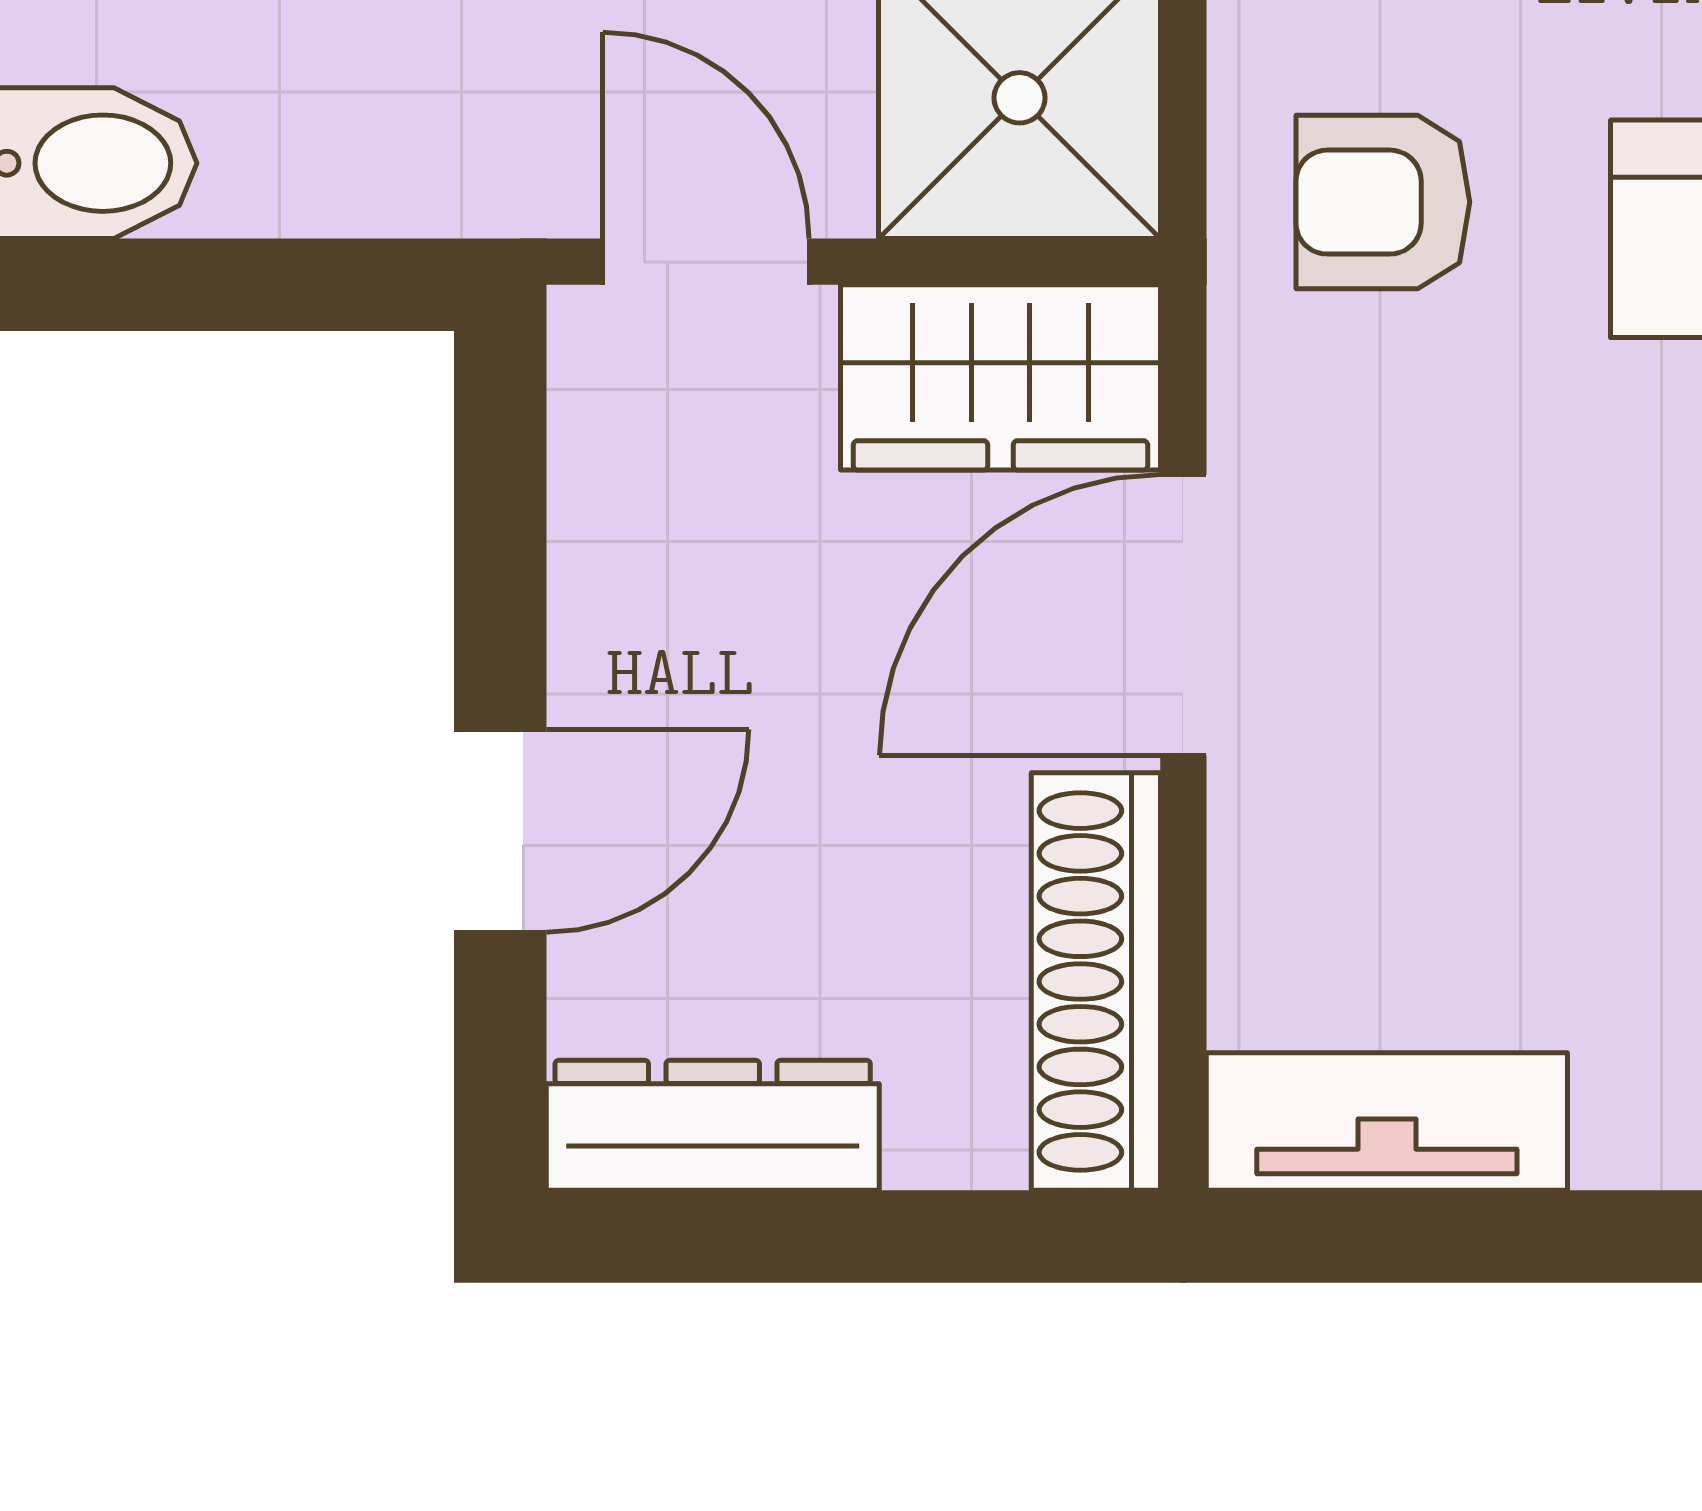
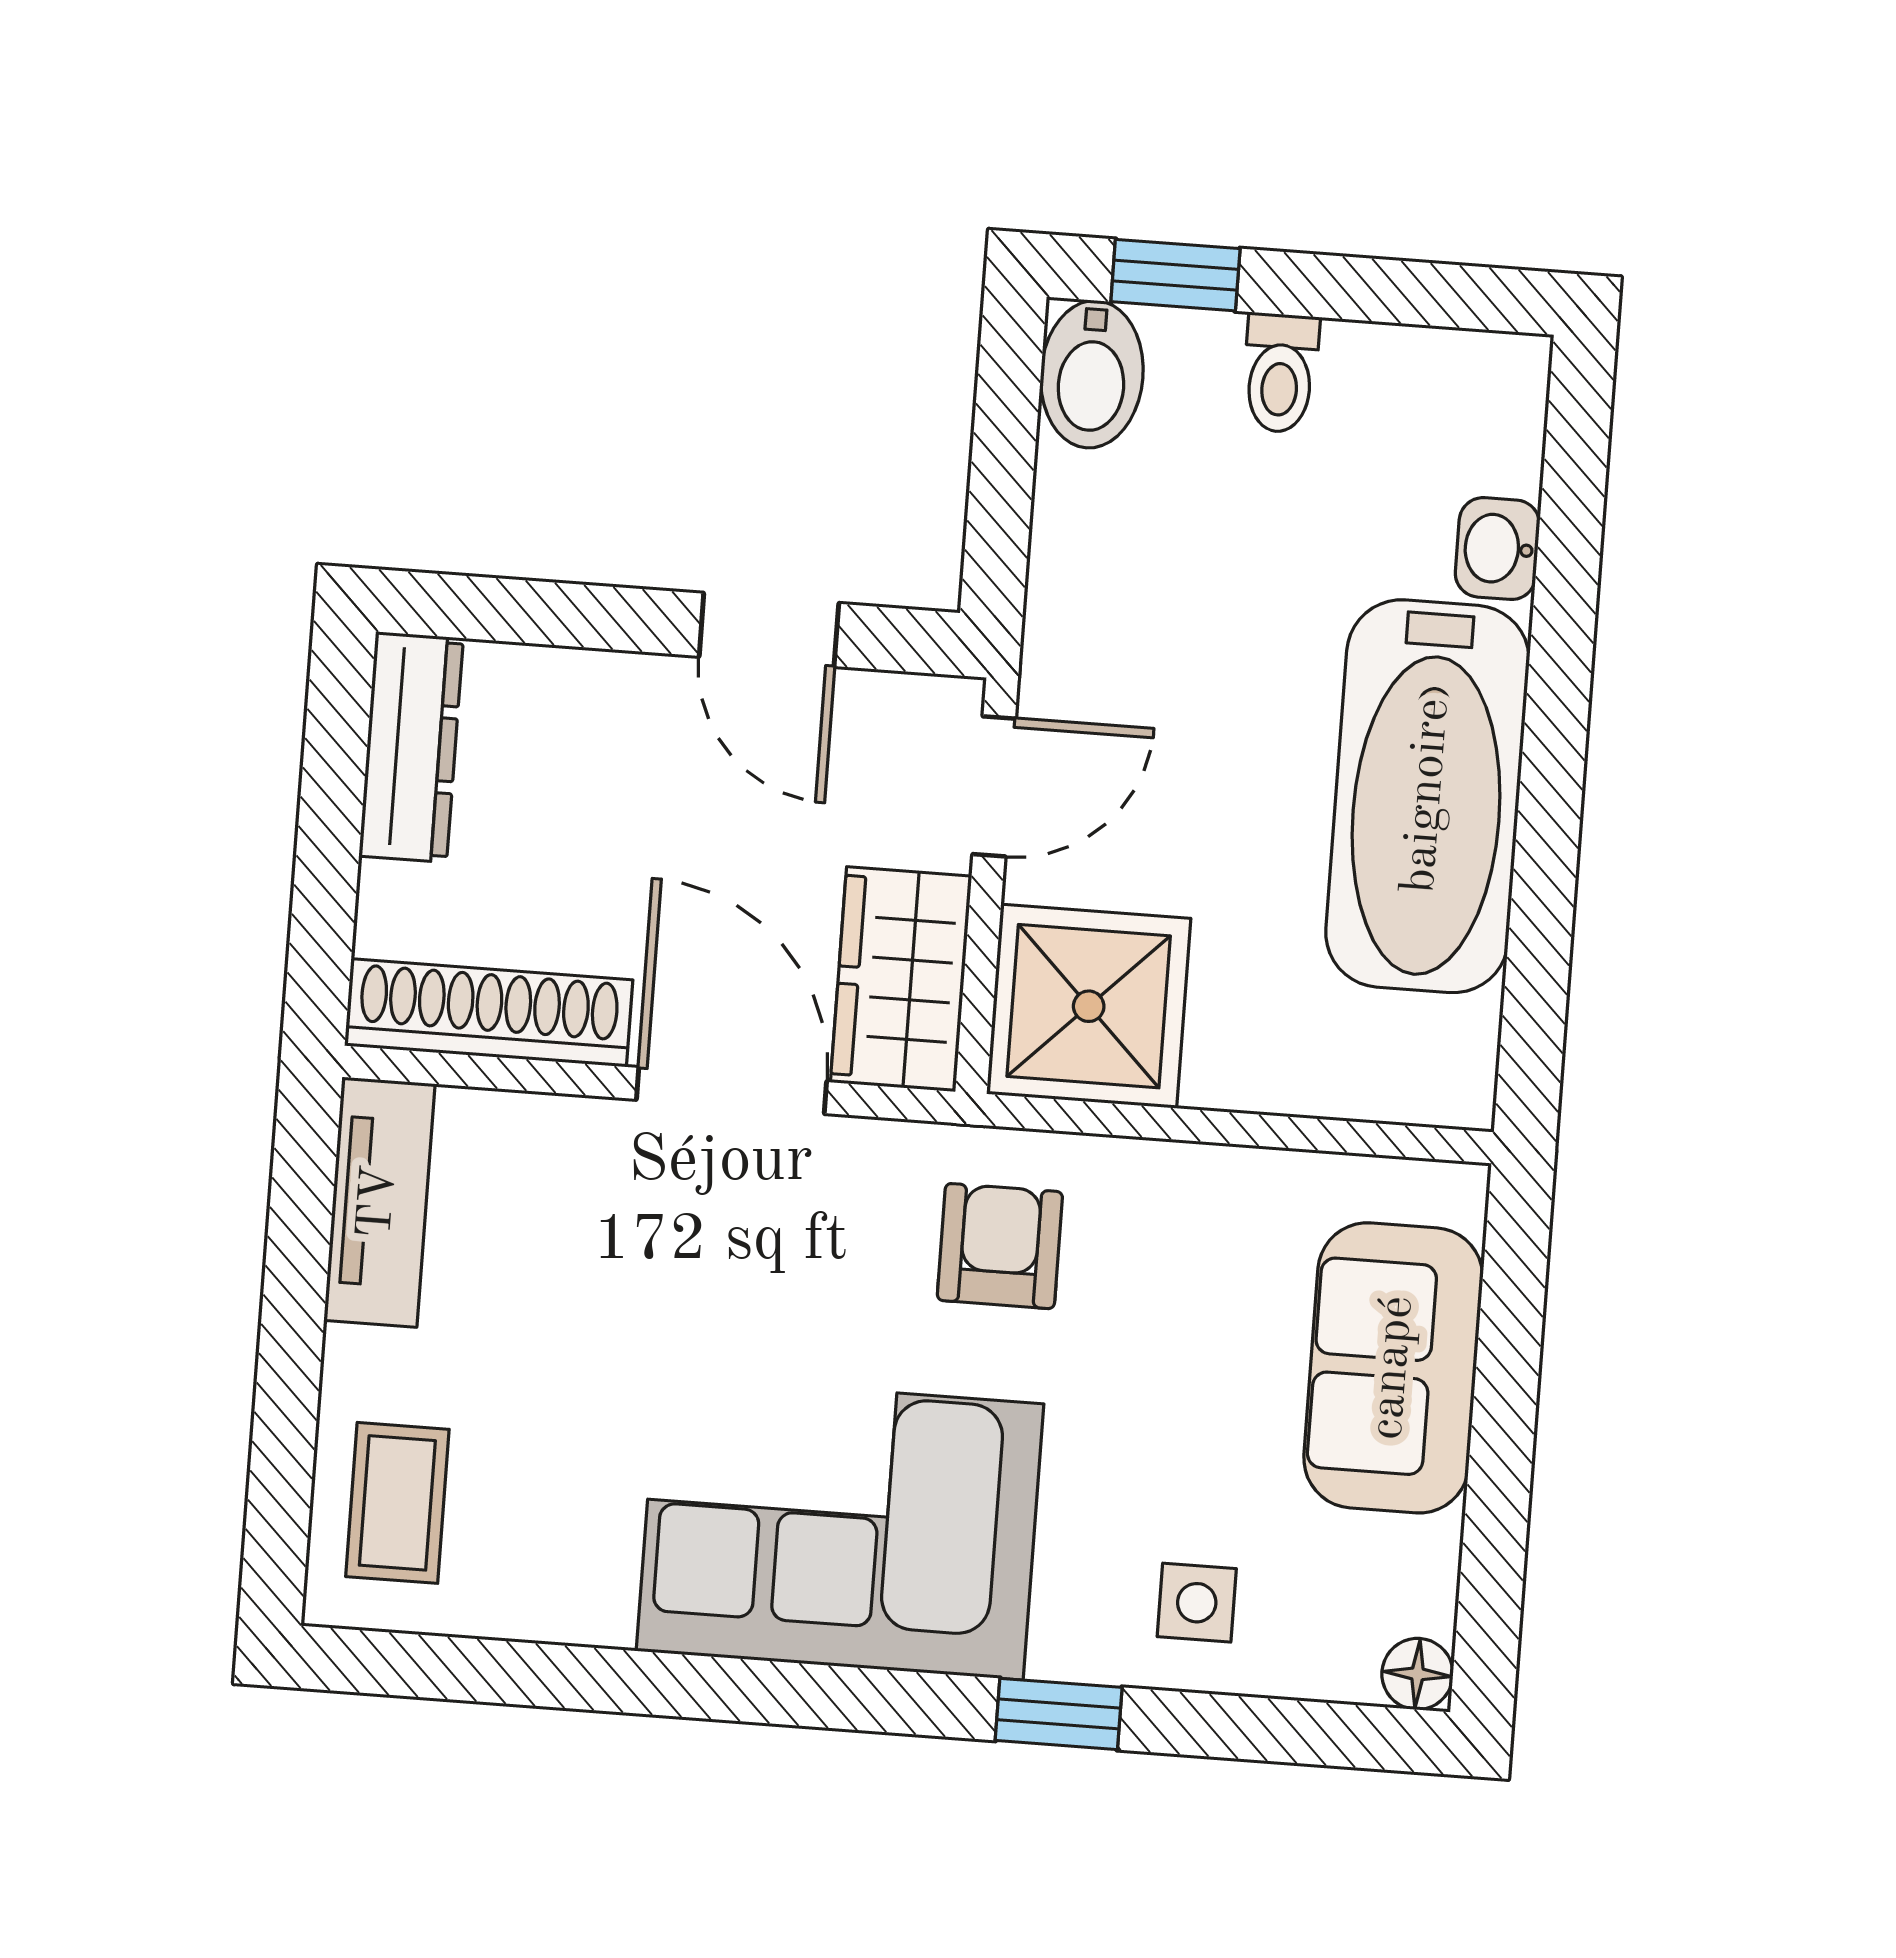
door: (500, 831) -> (769, 630), moved

